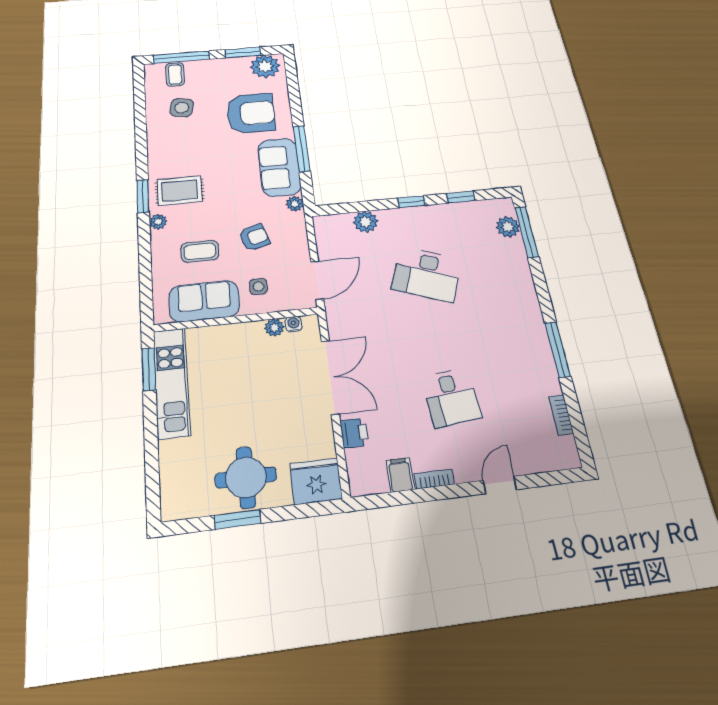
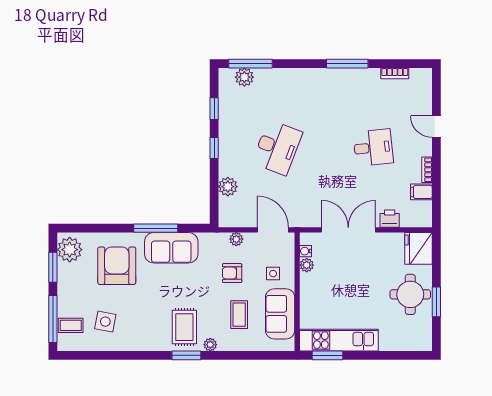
plant: (295, 204) -> (236, 239), moved
armchair: (254, 238) -> (232, 273), turned -72

